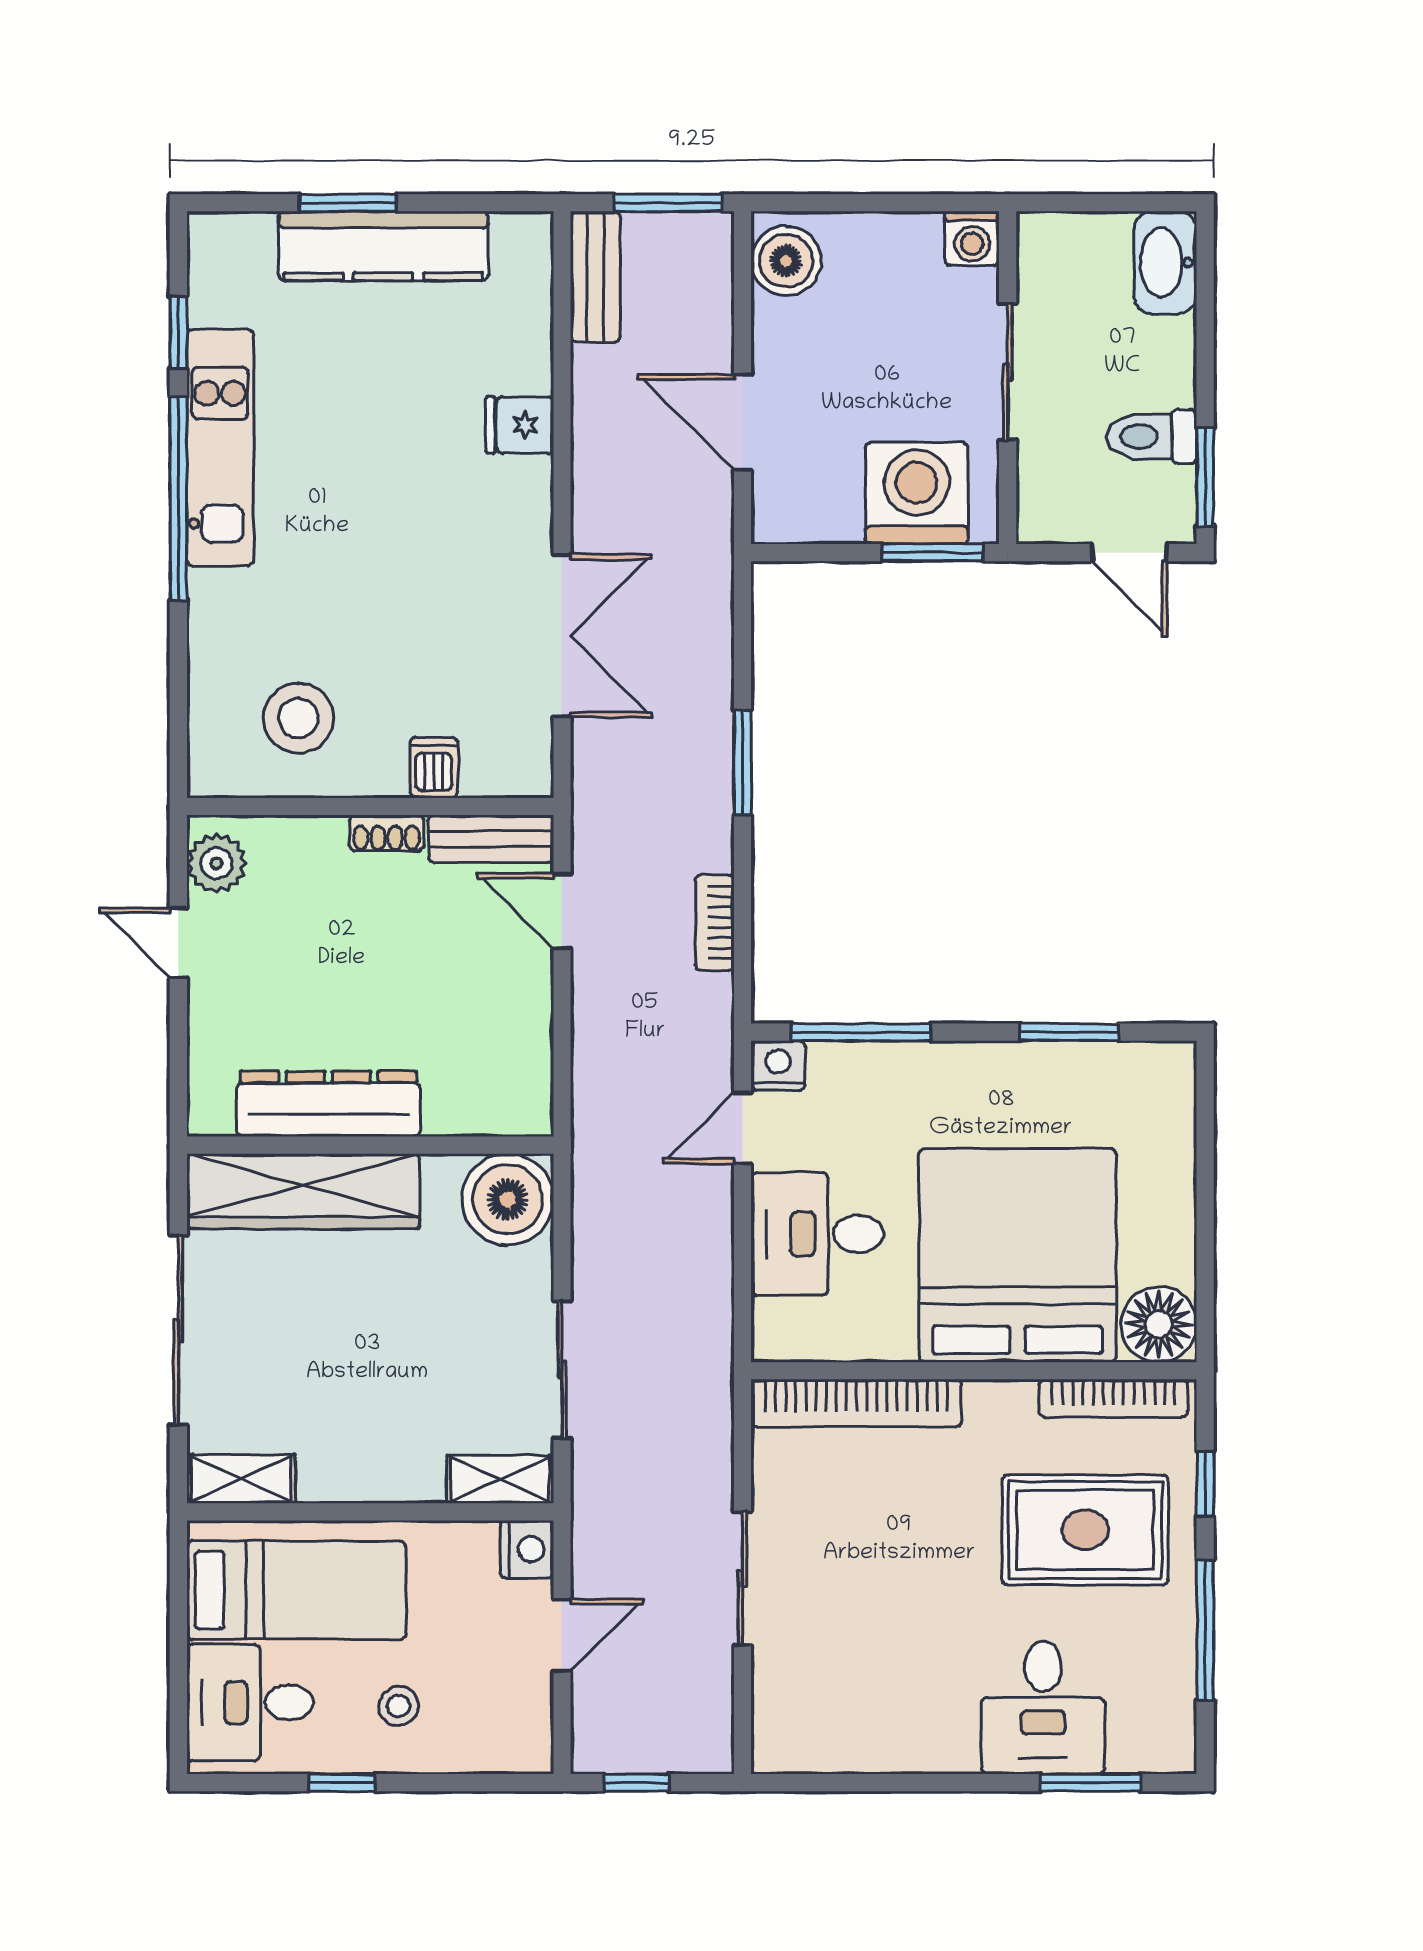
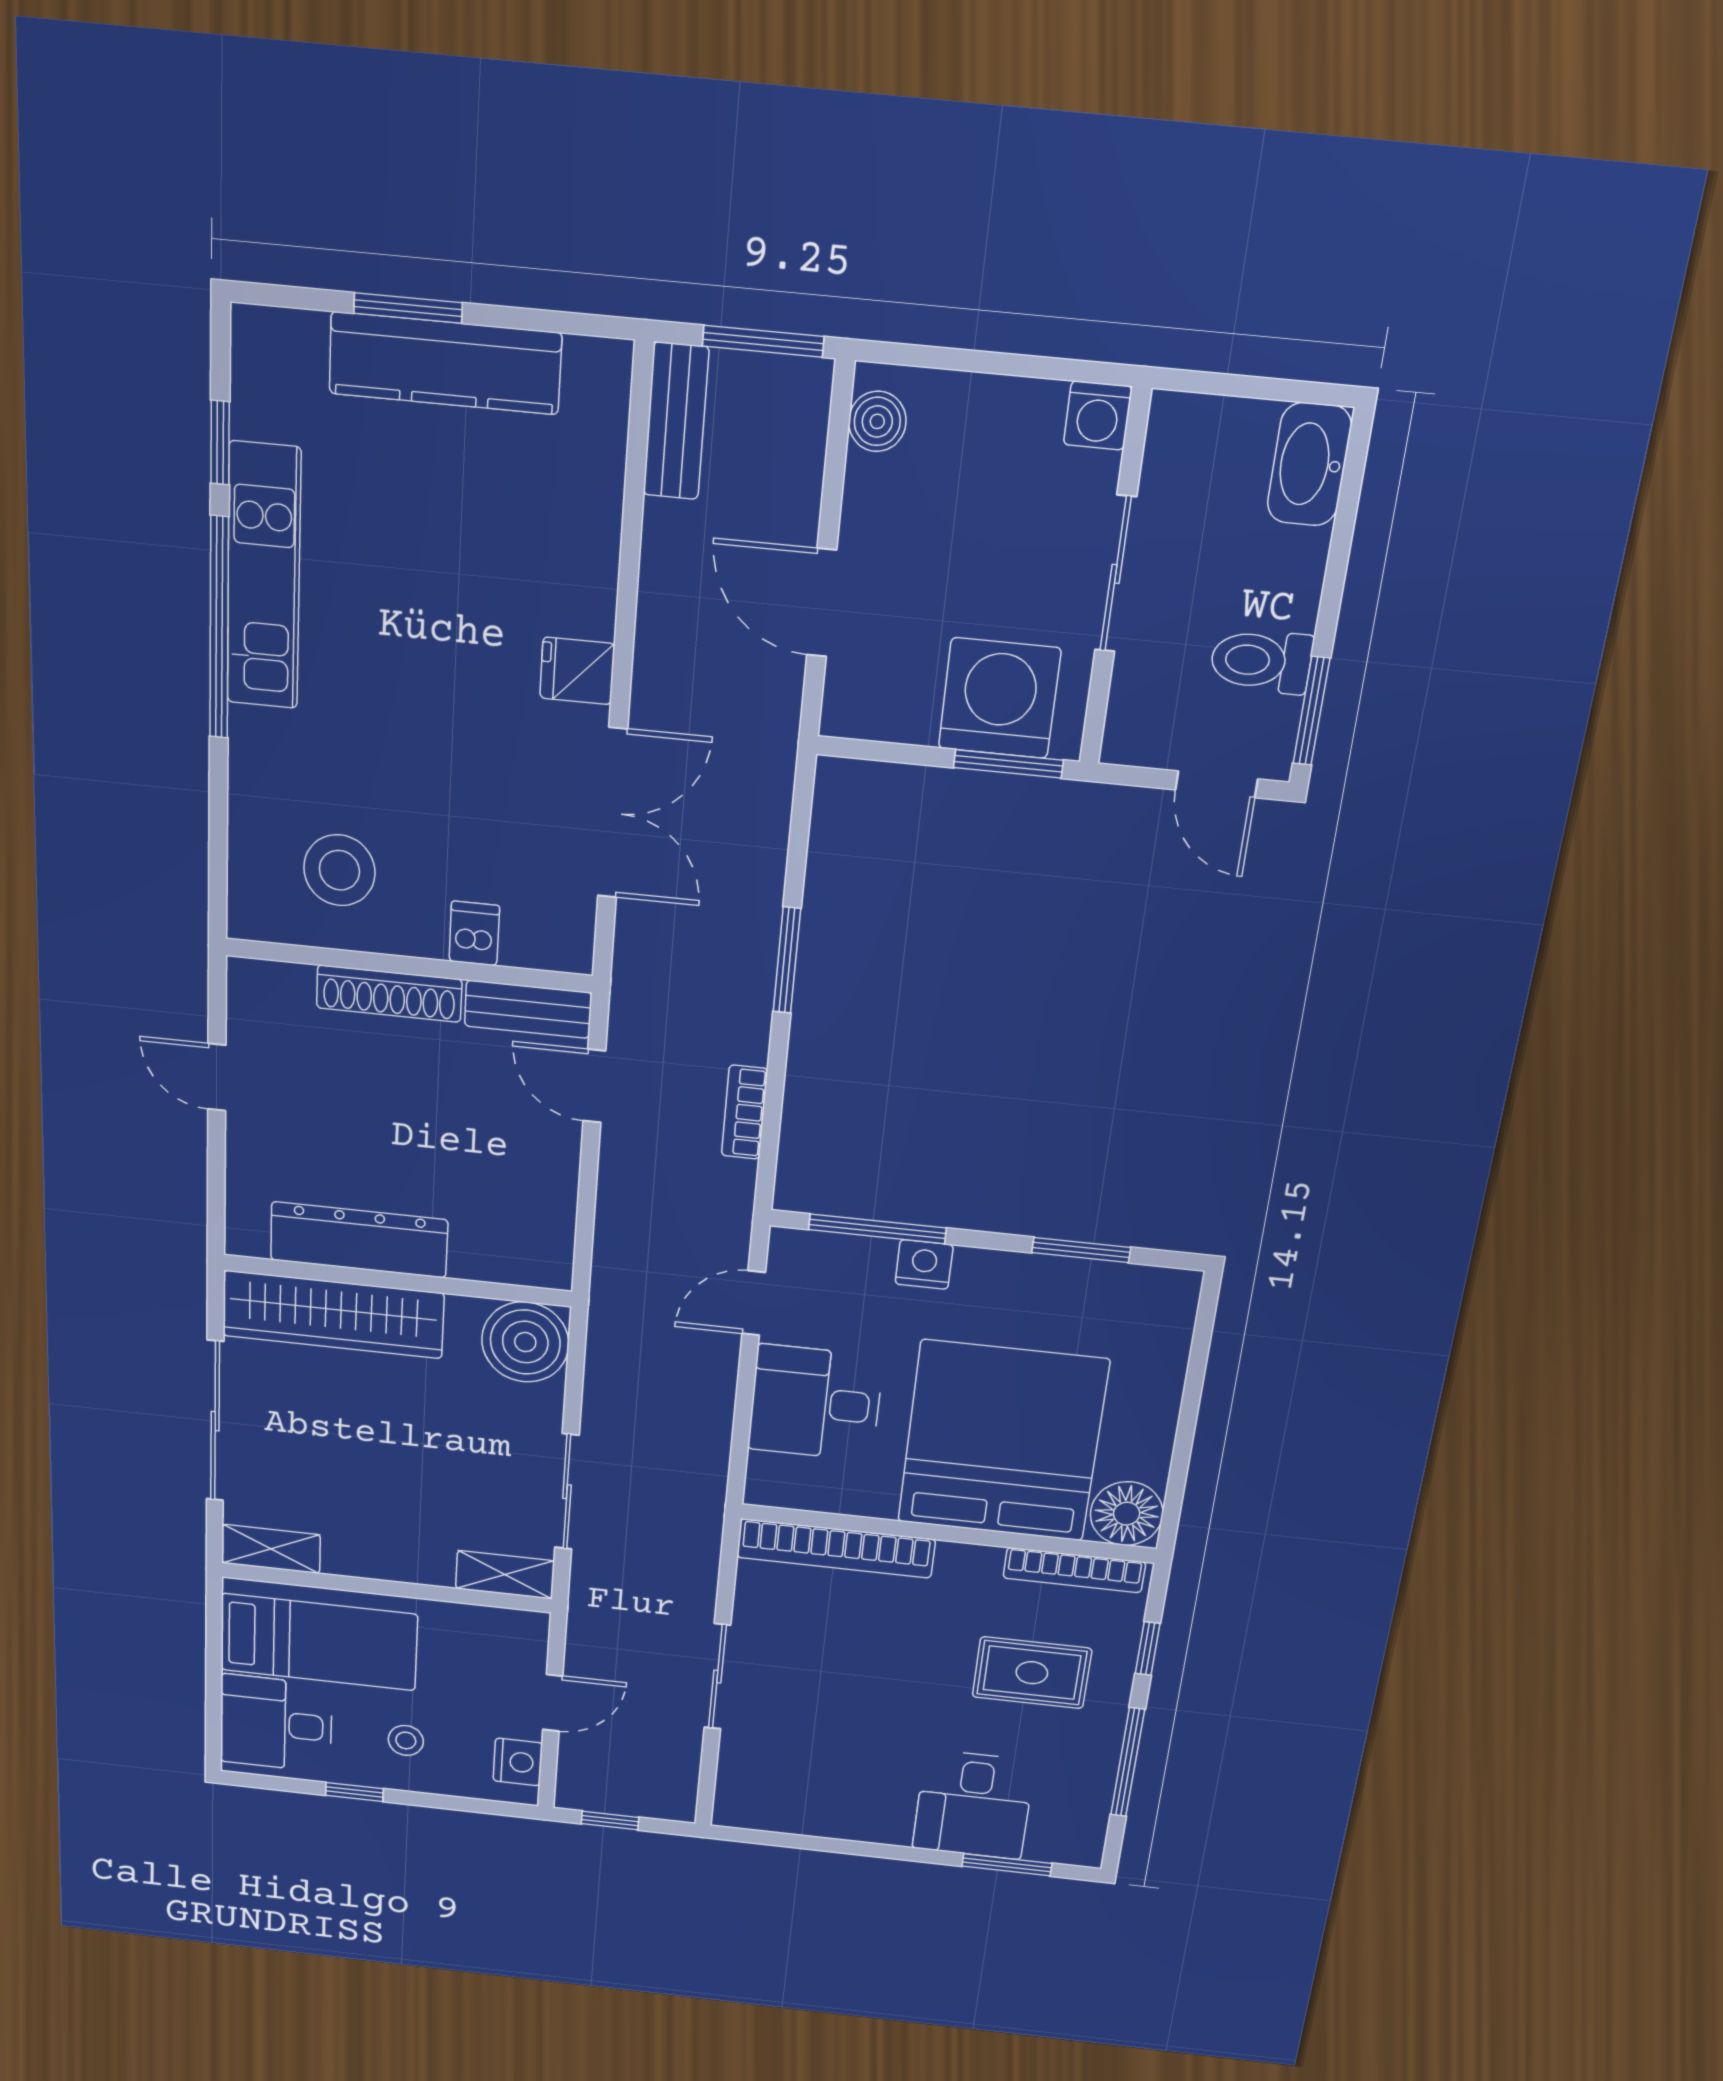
boiler: (786, 261) -> (877, 421), width x0.73, depth x0.73
fridge: (520, 425) -> (577, 671), moved
shoe rack: (387, 833) -> (389, 994), width x1.94, depth x1.24
plant: (217, 863) -> (255, 1005), removed
nightstand: (778, 1066) -> (924, 1264), moved
rug: (1085, 1530) -> (1032, 1673), width x0.73, depth x0.70
nightstand: (527, 1549) -> (518, 1762), moved

